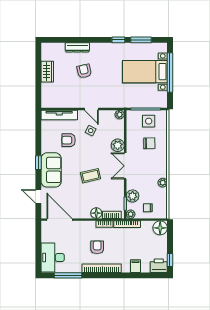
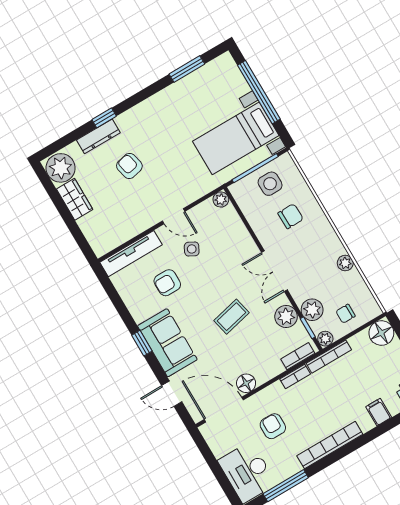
window: (118, 40) -> (104, 118), moved
plant: (49, 52) -> (61, 168), added
bed with nightstands: (145, 72) -> (236, 138), moved
plant: (118, 145) -> (286, 317), moved
floor lamp: (96, 213) -> (246, 383), moved
armchair: (97, 247) -> (273, 426), moved

